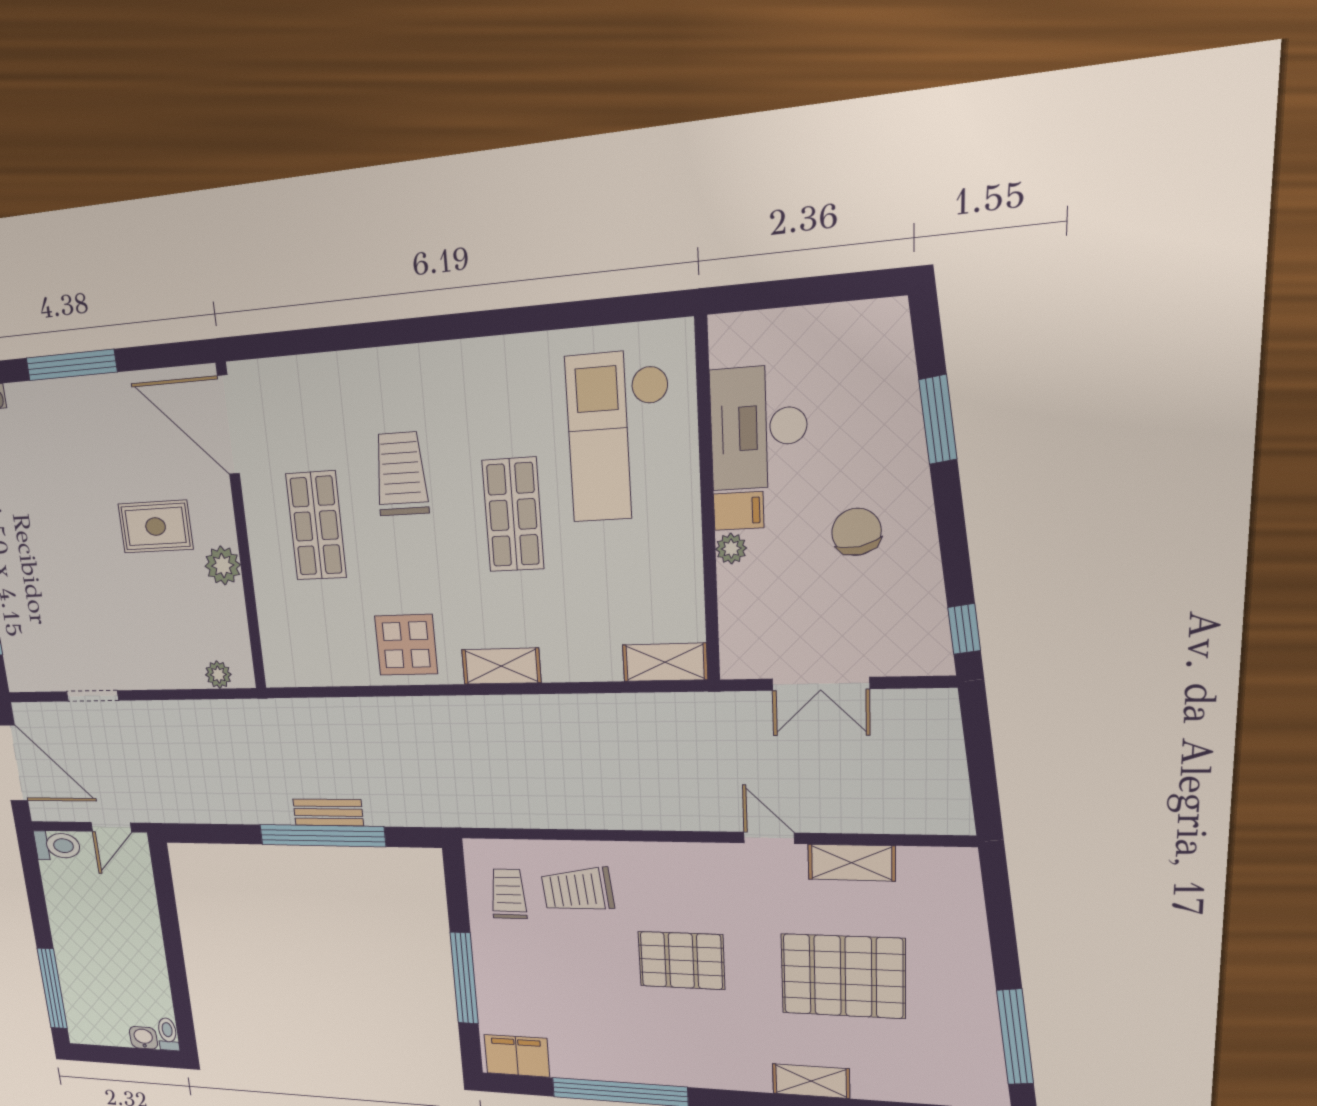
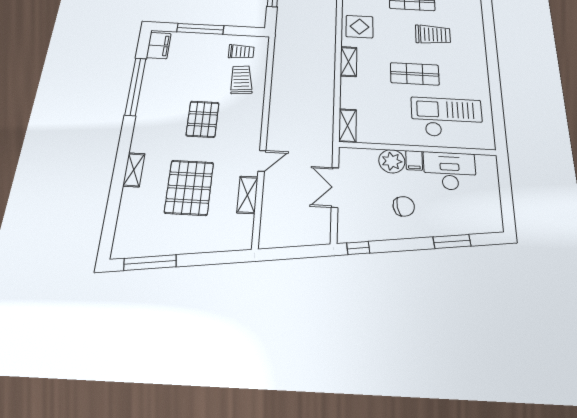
plant: (731, 549) -> (392, 161), width x1.88, depth x1.88

